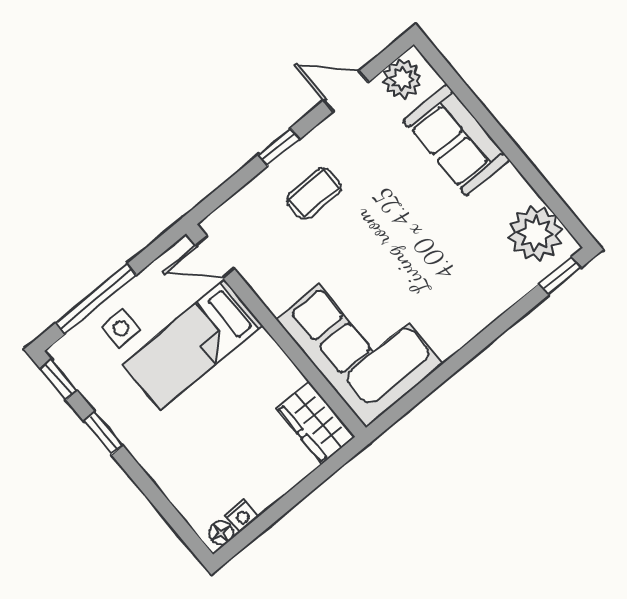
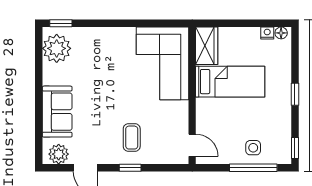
coffee table: (314, 194) -> (132, 138), turned 90
bed: (192, 345) -> (230, 82), moved
window: (103, 433) -> (295, 94), moved

